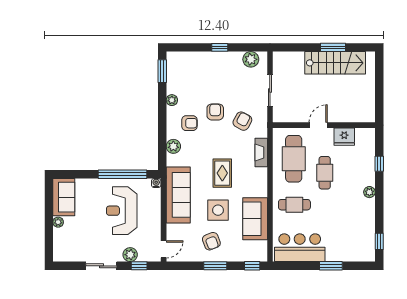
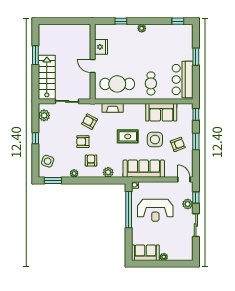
stairs: (335, 63) -> (47, 77), moved
side table: (188, 64) -> (48, 161), added
cafe table: (325, 173) -> (128, 61), removed

